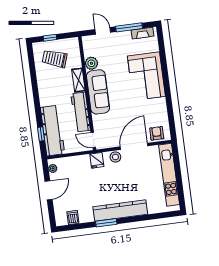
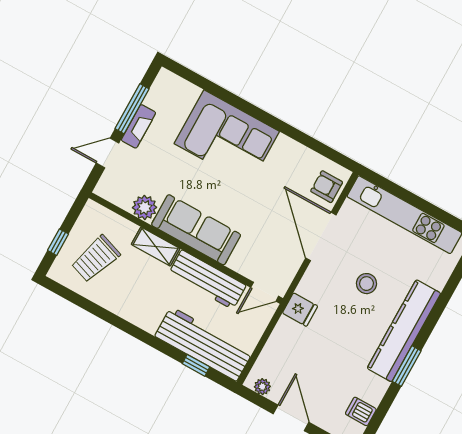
fireplace: (142, 33) -> (138, 126), moved
stool: (115, 157) -> (367, 284), moved

